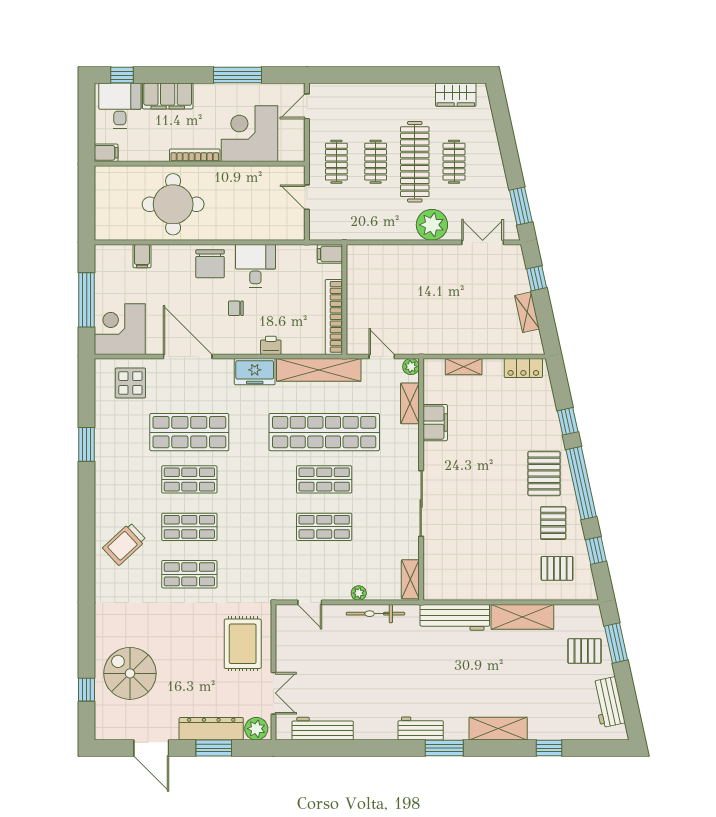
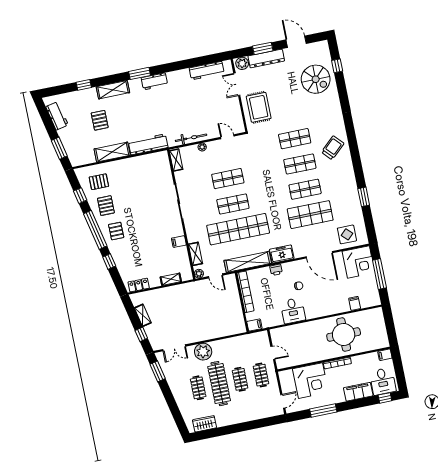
chair: (210, 264) -> (317, 307), removed
filing cabinet: (435, 423) -> (179, 242), width x0.50
pallet: (544, 473) -> (116, 231), width x0.67, depth x0.71
pallet: (584, 651) -> (100, 120), moved, turned 90

